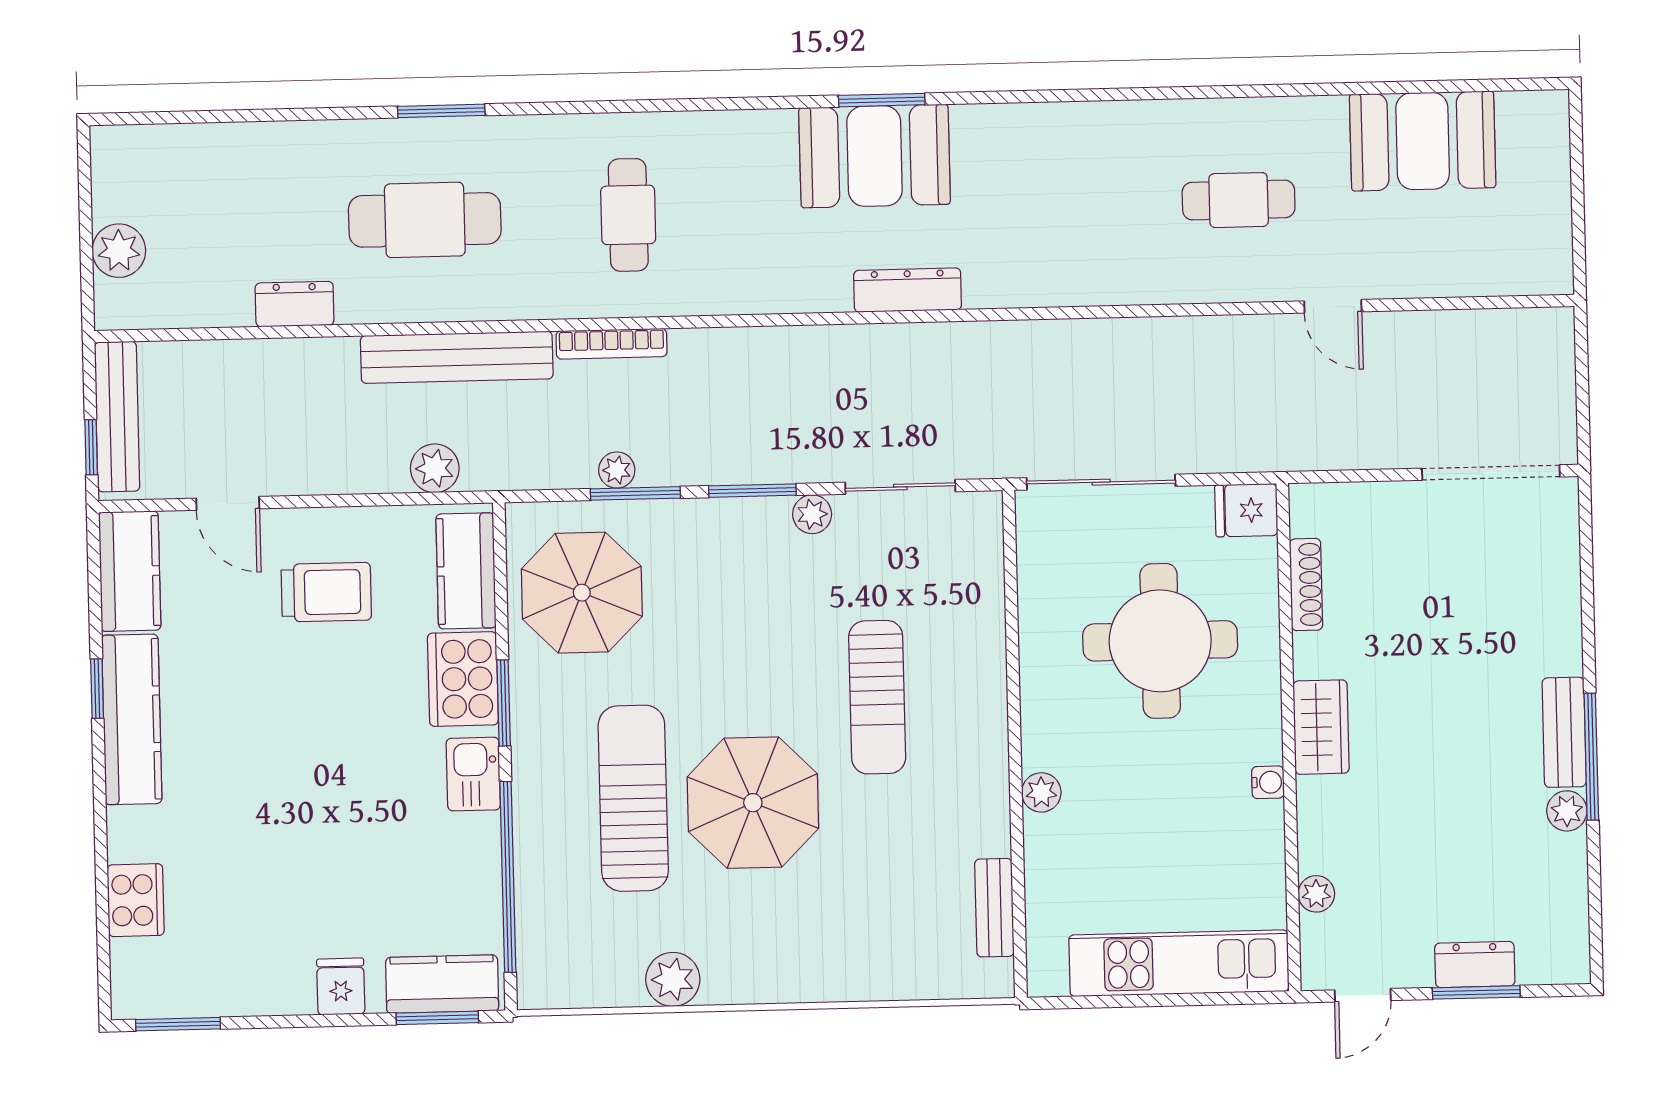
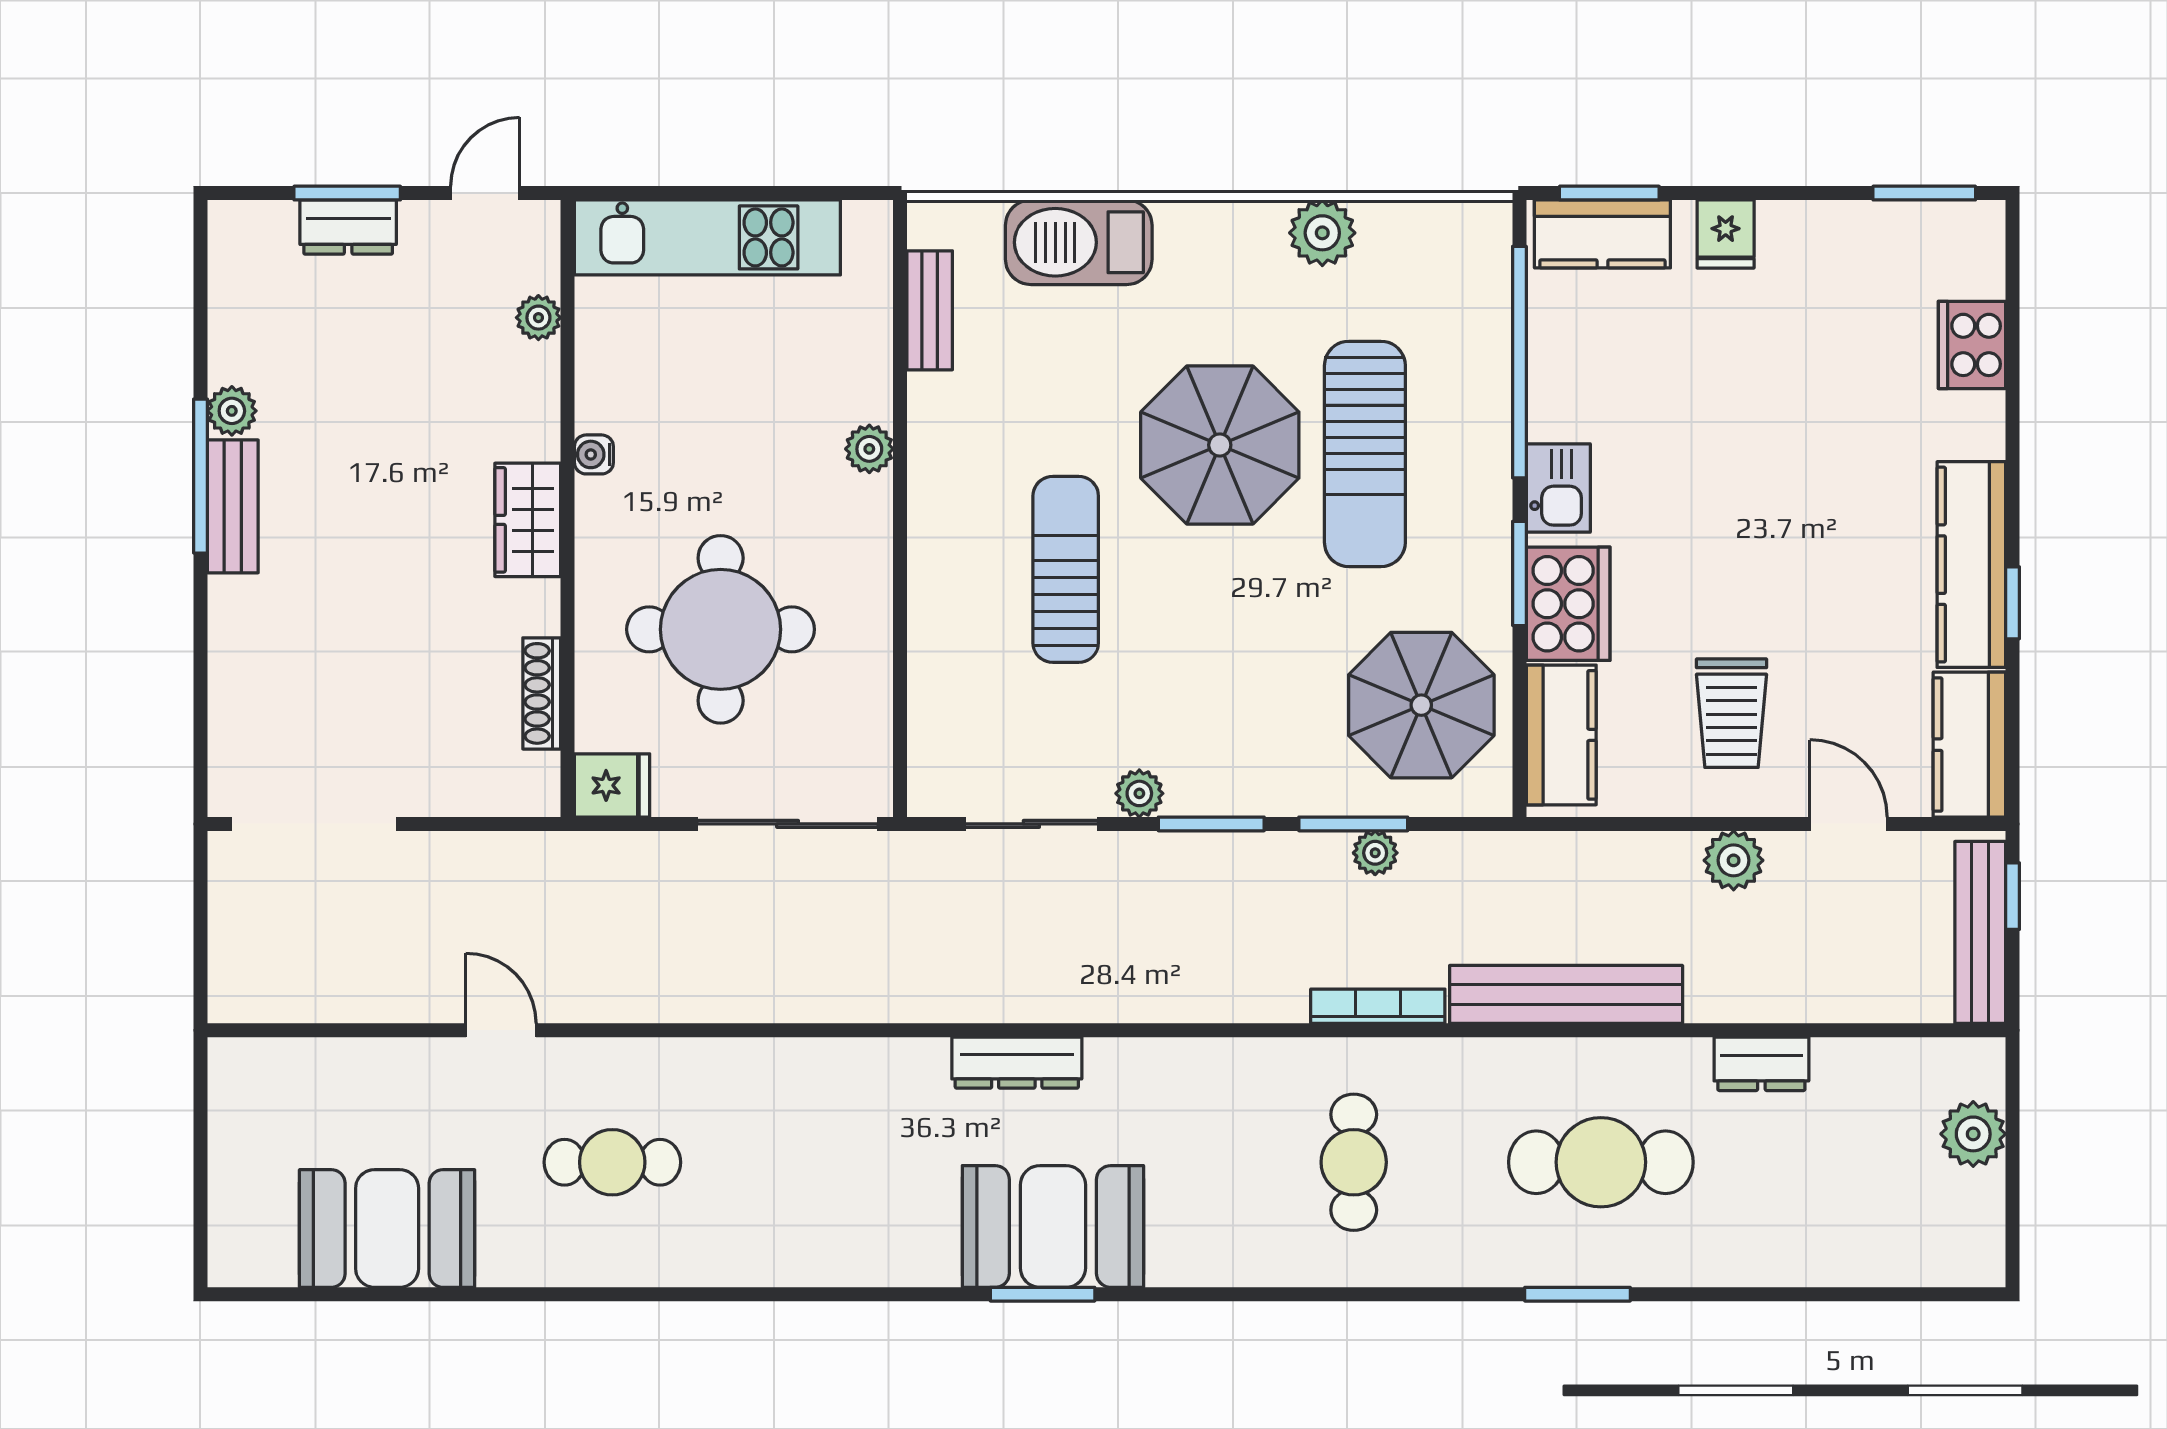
plant: (435, 468) -> (1734, 860), moved
trolley: (326, 592) -> (1731, 713), turned -90
barbecue: (873, 967) -> (1079, 242), added

